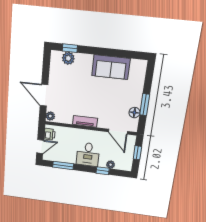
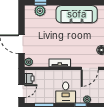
sofa: (111, 67) -> (77, 14), width x1.36
door: (118, 132) -> (90, 68), hinge flipped

